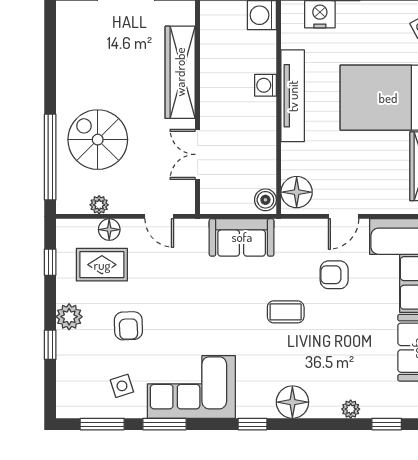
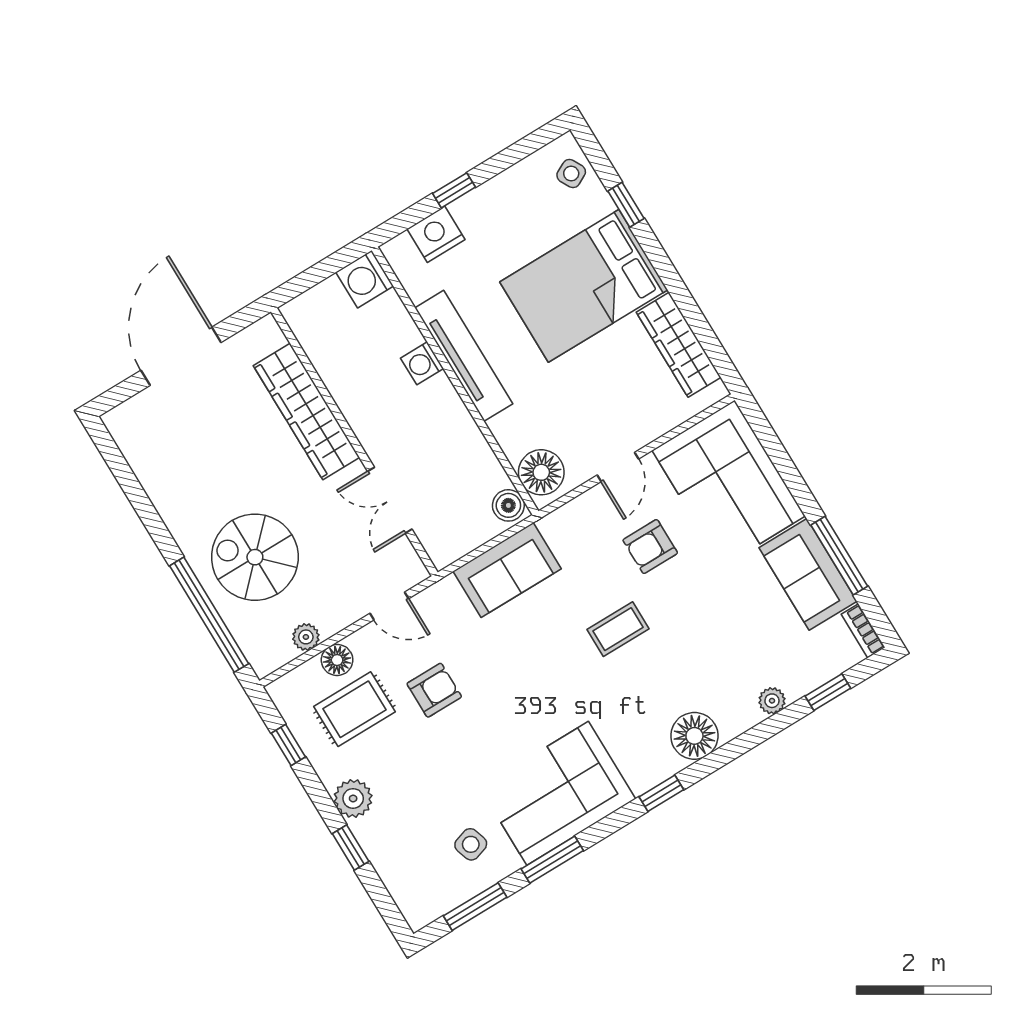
armchair: (128, 326) -> (434, 690), moved, turned -88

